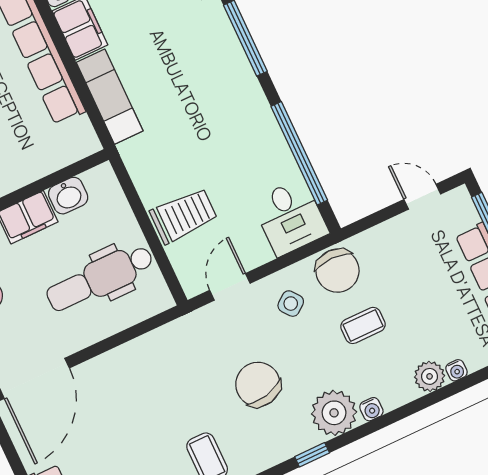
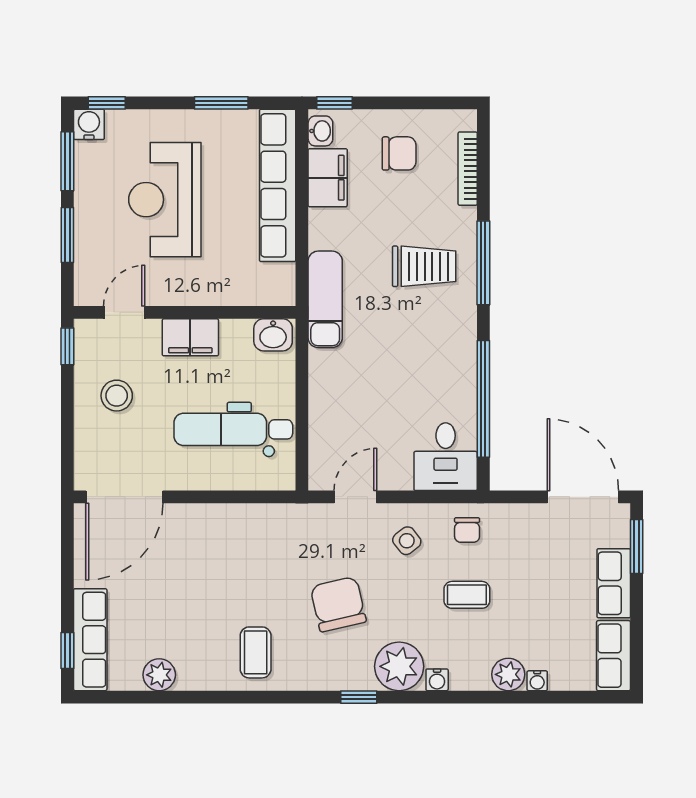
exam couch: (110, 97) -> (325, 299), moved
washbasin: (68, 196) -> (273, 335), moved
door: (422, 197) -> (583, 497), width x1.87
trolley: (184, 216) -> (424, 266), moved
chair: (337, 271) -> (467, 530), width x0.54, depth x0.54

